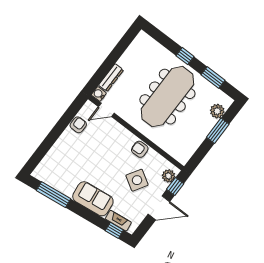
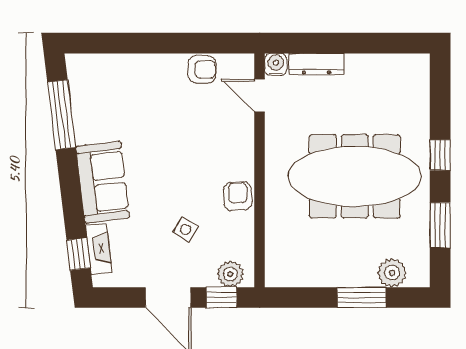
side table: (137, 180) -> (185, 229), width x0.54, depth x0.54

